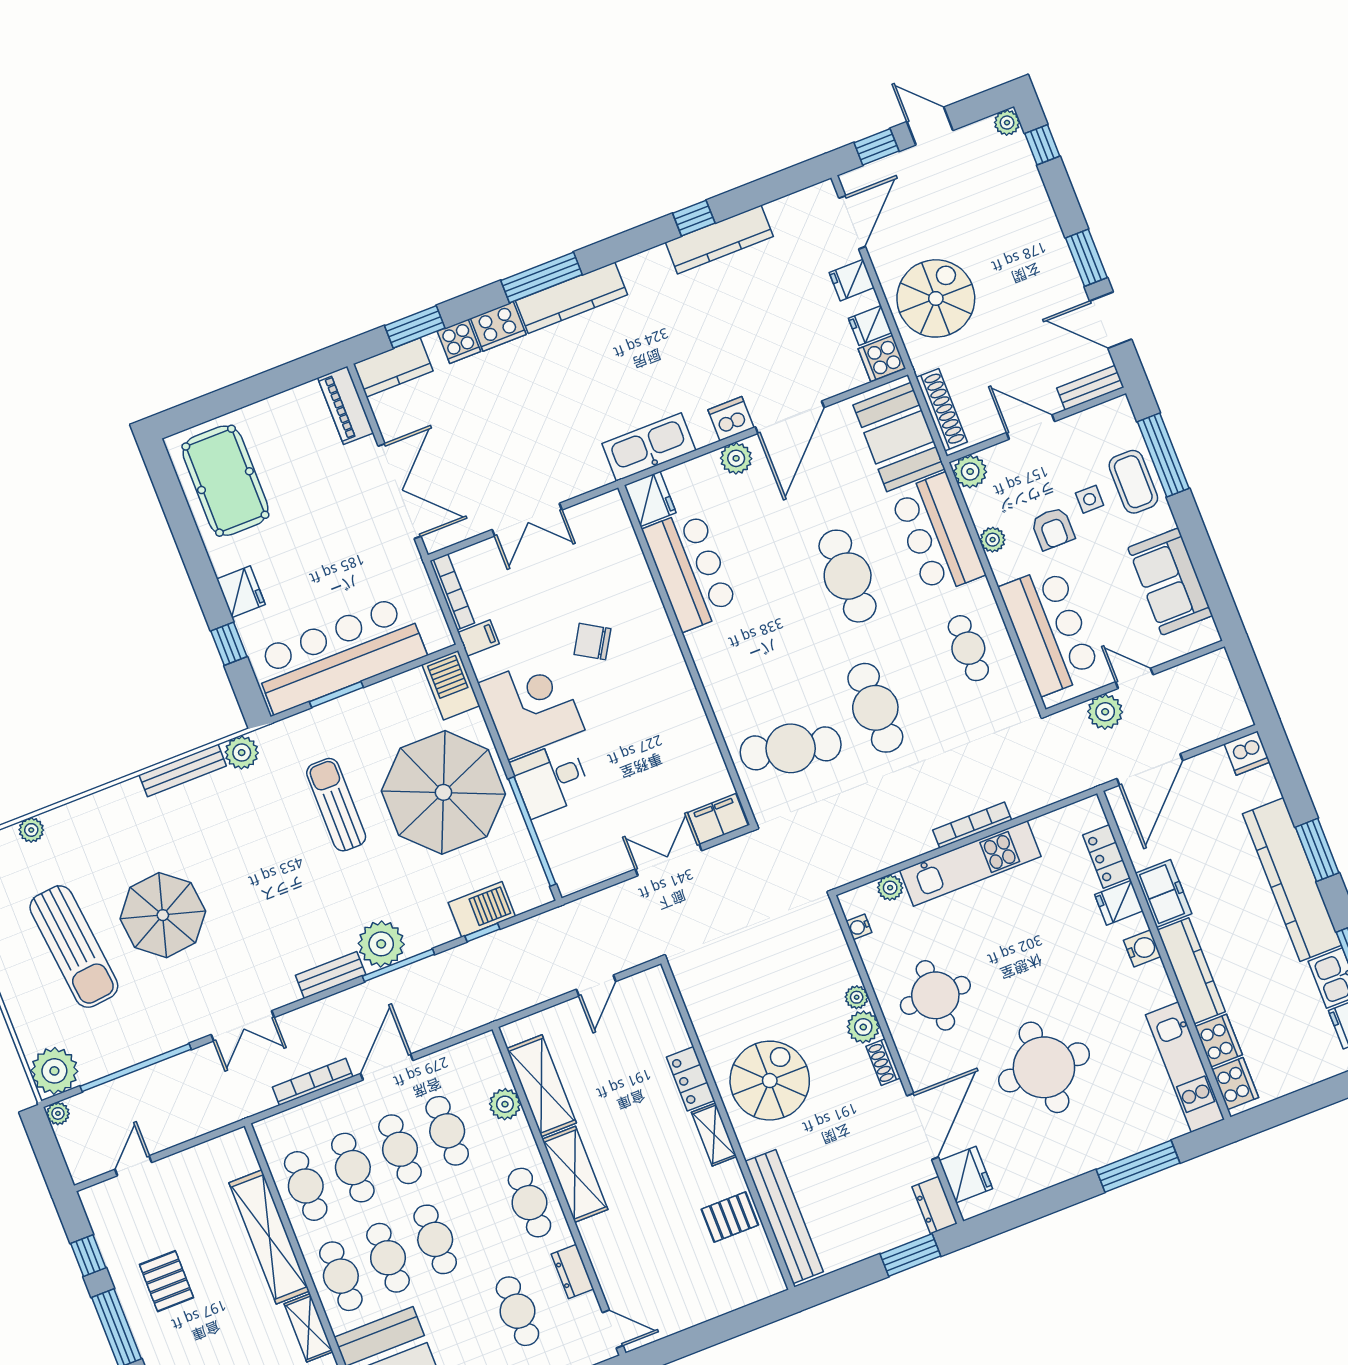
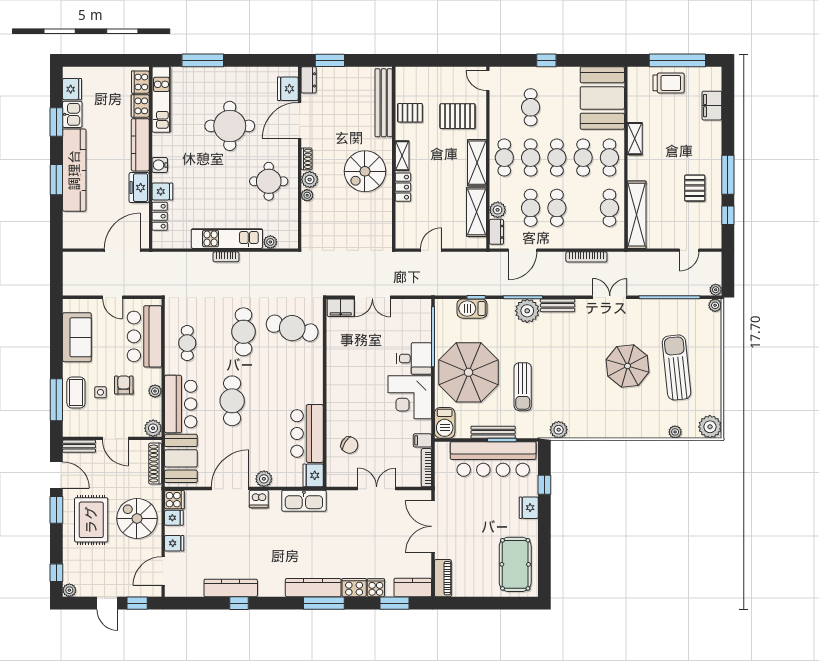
rug: (1017, 264) -> (91, 520), added
spiral stairs: (936, 298) -> (137, 518), turned 90
chair: (592, 642) -> (349, 445), moved
plant: (1105, 712) -> (133, 286), removed
dishwasher: (1247, 753) -> (72, 240), removed
bench: (183, 770) -> (493, 432), moved
bookcase: (972, 825) -> (226, 257), width x0.64
water cooler: (859, 927) -> (293, 229), removed
door: (387, 1067) -> (523, 250), moved
plant: (54, 1071) -> (715, 305), width x0.53, depth x0.53
cafe table: (353, 1168) -> (531, 158), moved
shelving: (269, 1237) -> (637, 215), moved
pallet: (642, 1244) -> (458, 116), added
dresser: (572, 1271) -> (496, 232), moved

